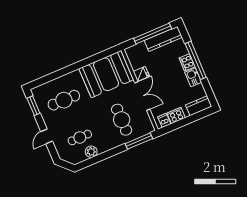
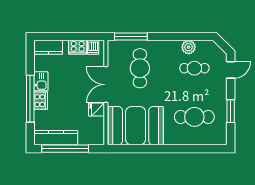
window: (33, 106) -> (231, 111), moved
door: (47, 136) -> (231, 70), moved

